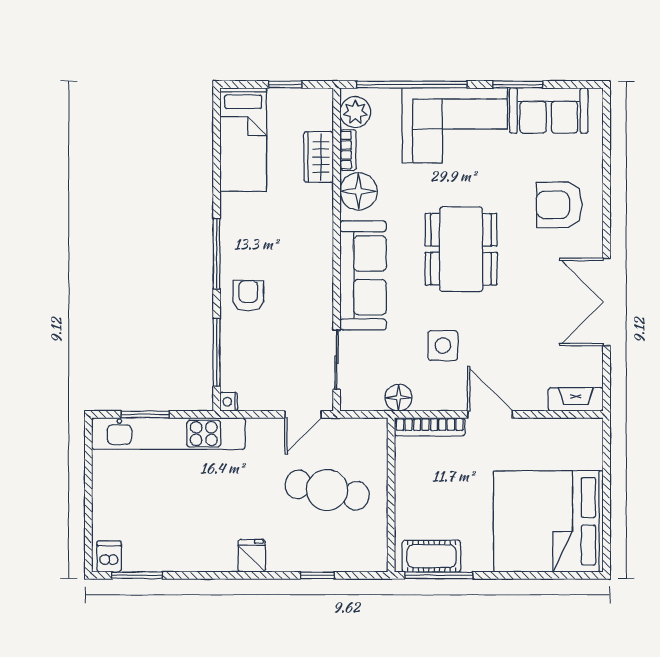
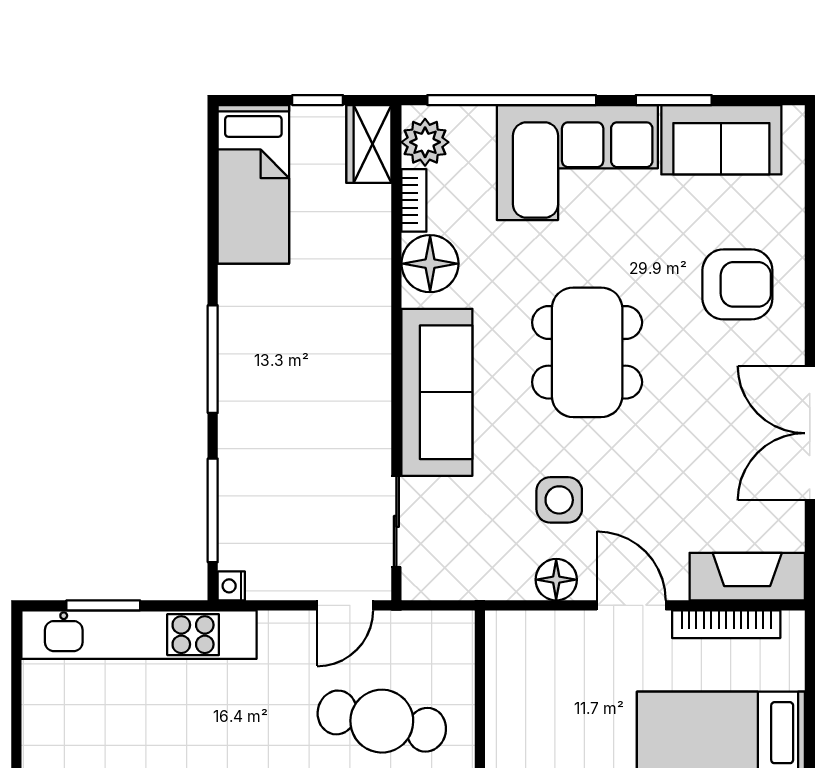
wardrobe: (319, 157) -> (369, 144), moved
armchair: (559, 205) -> (737, 284), turned 180
armchair: (248, 296) -> (261, 424), removed
floor lamp: (399, 398) -> (556, 580), moved
fireplace: (576, 399) -> (747, 577), width x1.37, depth x1.32
bookcase: (430, 427) -> (726, 624), moved

